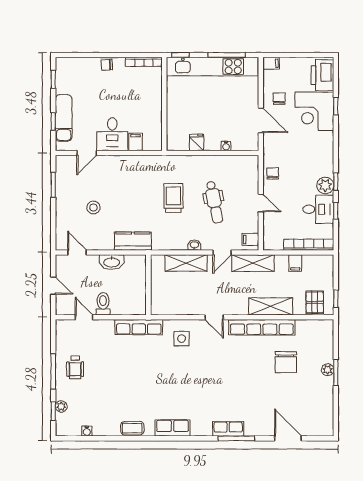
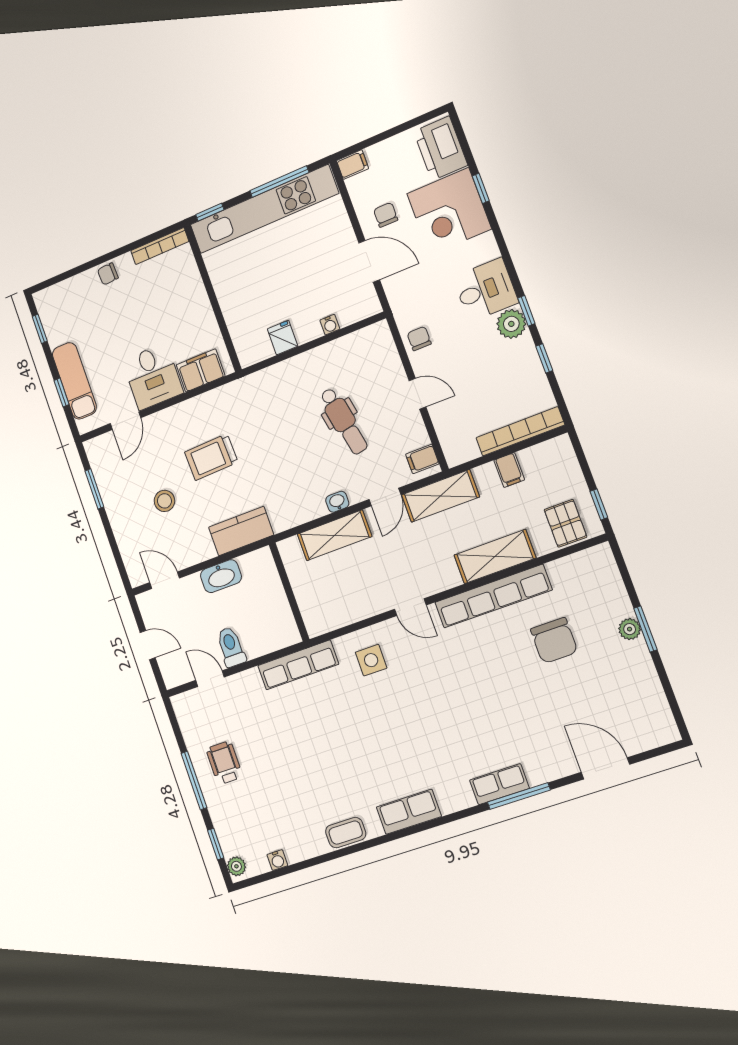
filing cabinet: (135, 142) -> (201, 370), width x2.00
trolley: (173, 198) -> (211, 457), moved, turned -92
desk: (318, 209) -> (486, 290), moved
wheelchair: (75, 367) -> (224, 763), turned 180
plant: (61, 406) -> (236, 866), moved

